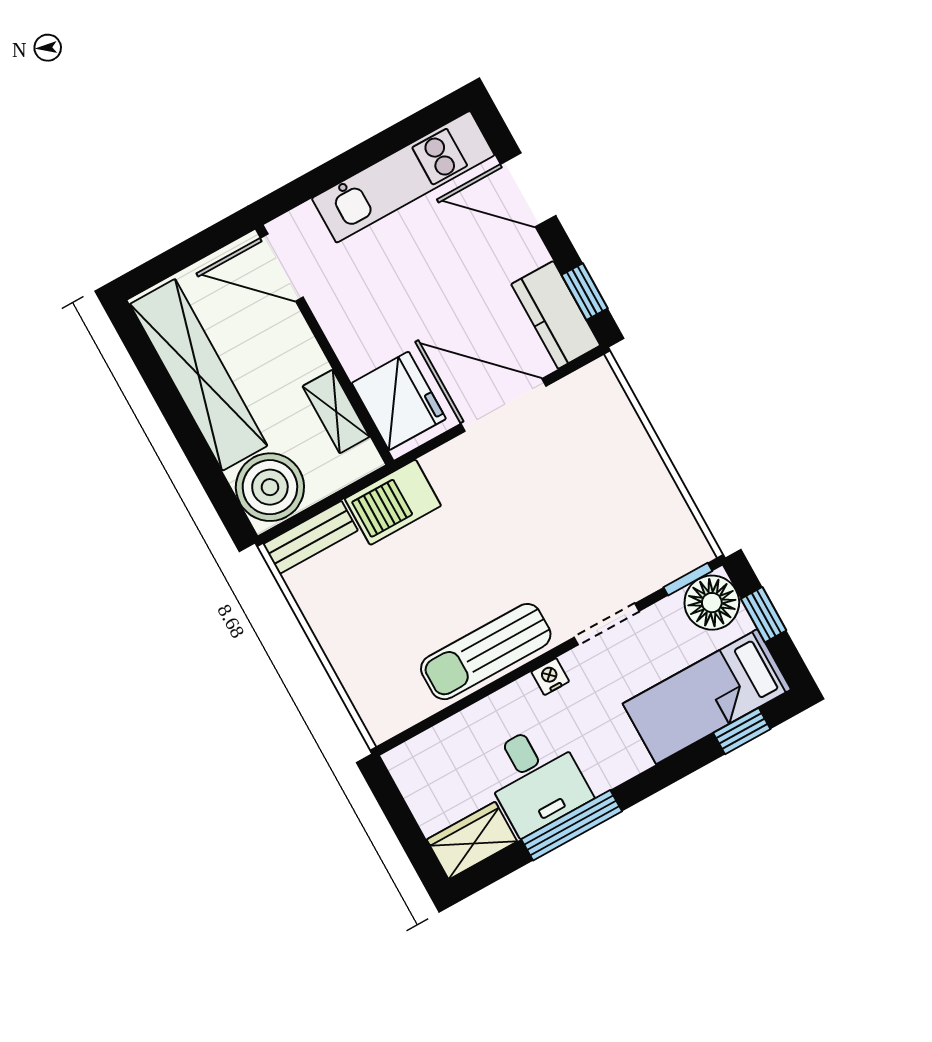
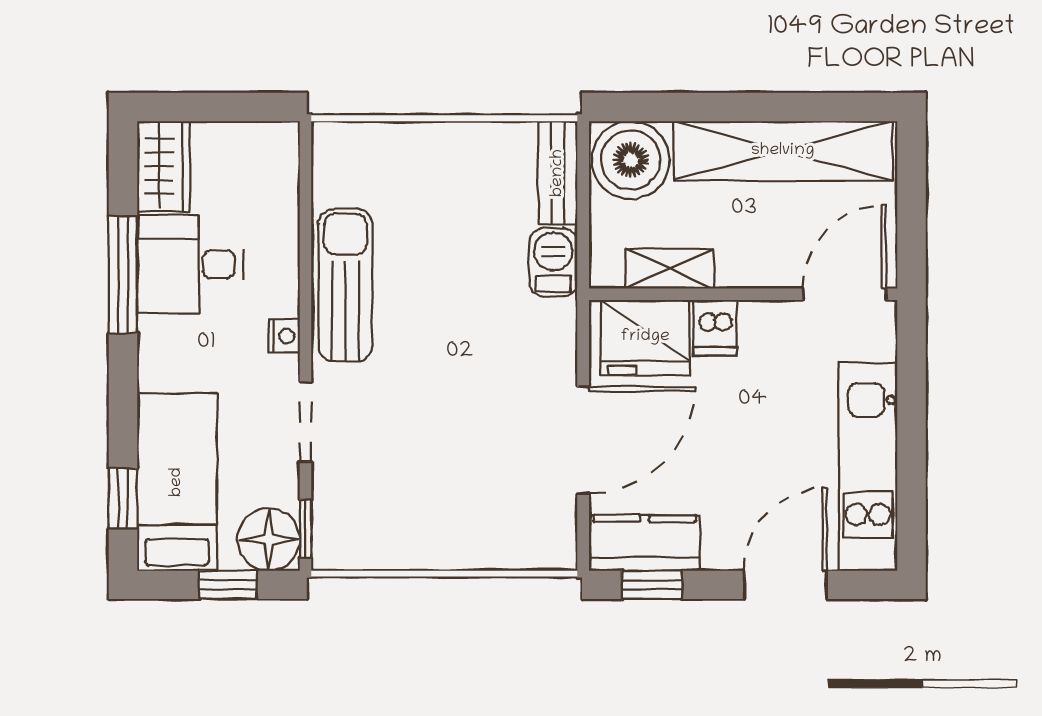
dishwasher: (362, 352) -> (715, 328), added
barbecue: (393, 502) -> (553, 262), width x0.73, depth x0.79

